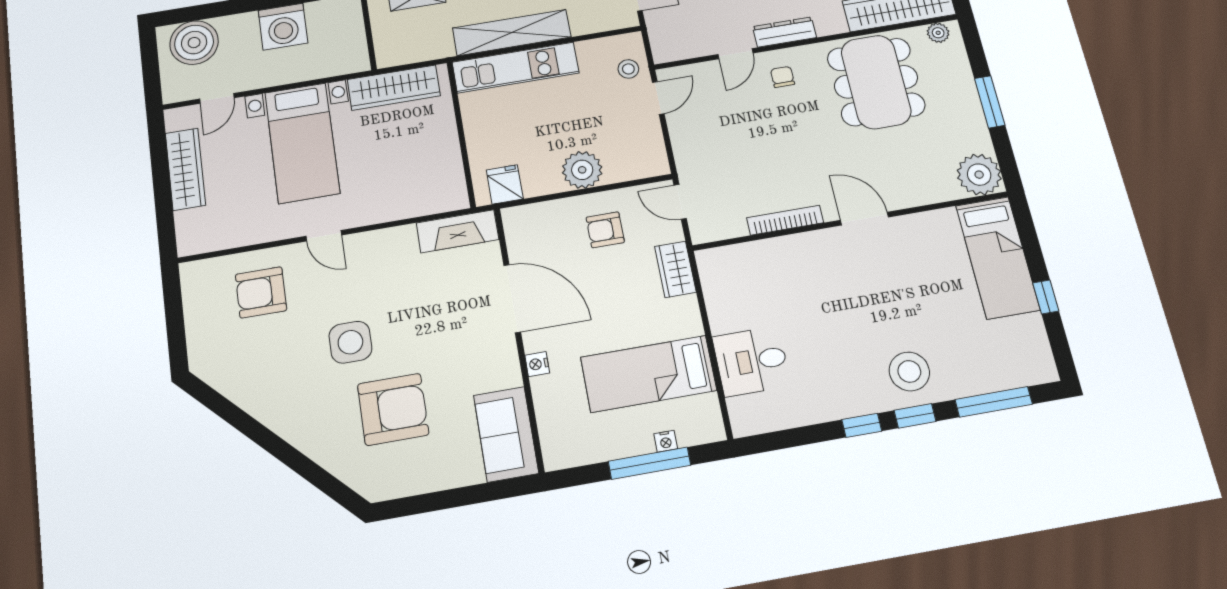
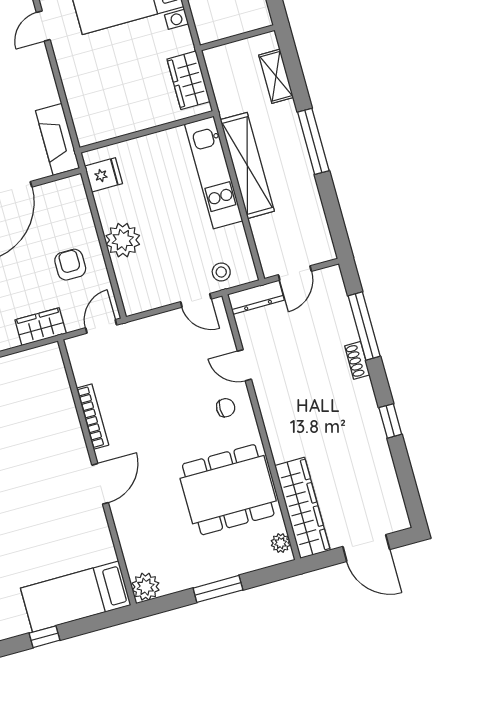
dresser: (784, 32) -> (256, 297), moved, turned 90
wardrobe: (394, 88) -> (188, 80), width x0.67
plant: (979, 175) -> (146, 587), width x0.73, depth x0.73

